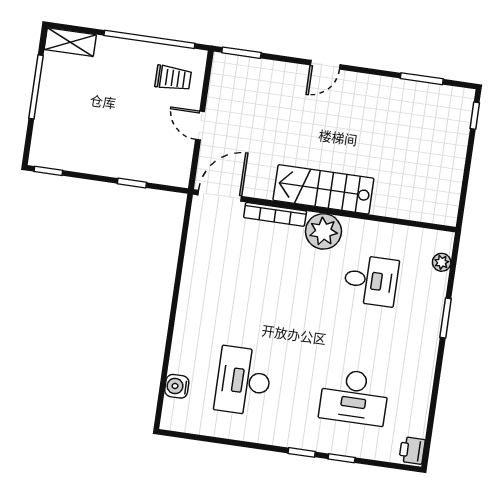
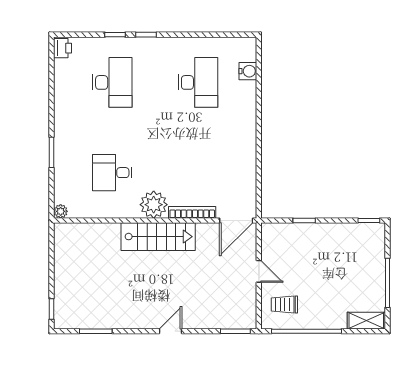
plant: (442, 262) -> (61, 211), moved
desk: (354, 397) -> (112, 82), turned 90

